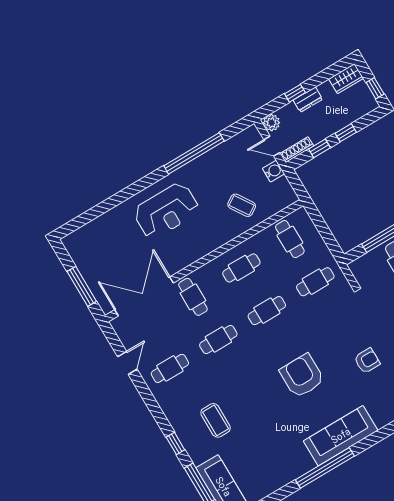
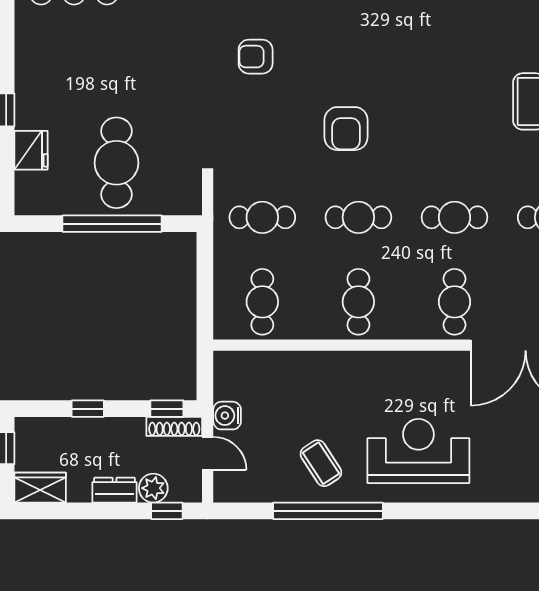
window: (295, 93) -> (167, 511), moved
plant: (271, 123) -> (153, 488), moved
window: (320, 148) -> (167, 409), moved
coffee table: (242, 205) -> (321, 463), moved
cafe table: (241, 268) -> (358, 302), turned 90
armchair: (302, 376) -> (346, 129), moved, width x0.73, depth x0.73

